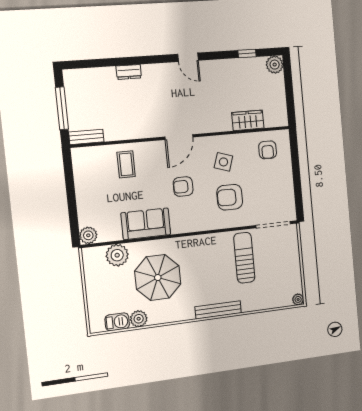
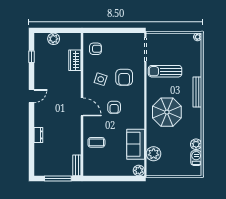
plant: (275, 65) -> (54, 39), moved
sofa: (146, 224) -> (136, 144), moved
parasol: (158, 278) -> (167, 112), moved

